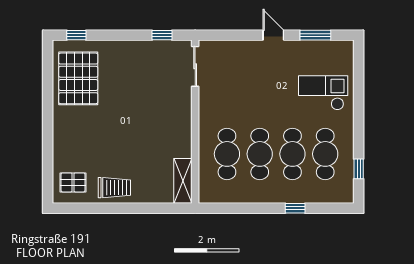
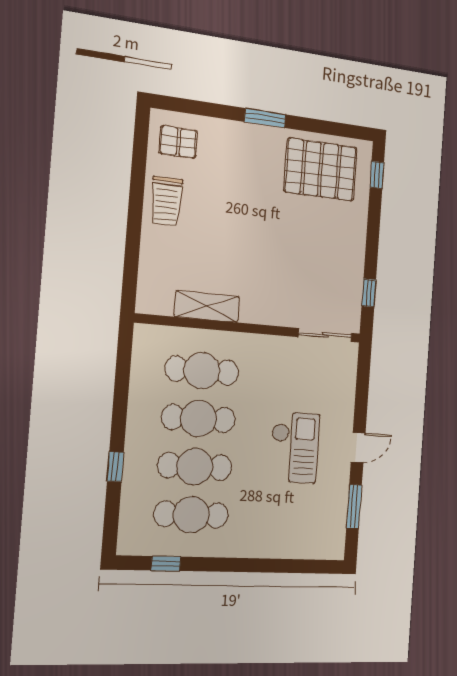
checkout: (323, 93) -> (295, 447), moved
window: (48, 122) -> (265, 118), added
shelving: (183, 181) -> (207, 307), moved
pallet: (73, 182) -> (178, 142), turned 90

